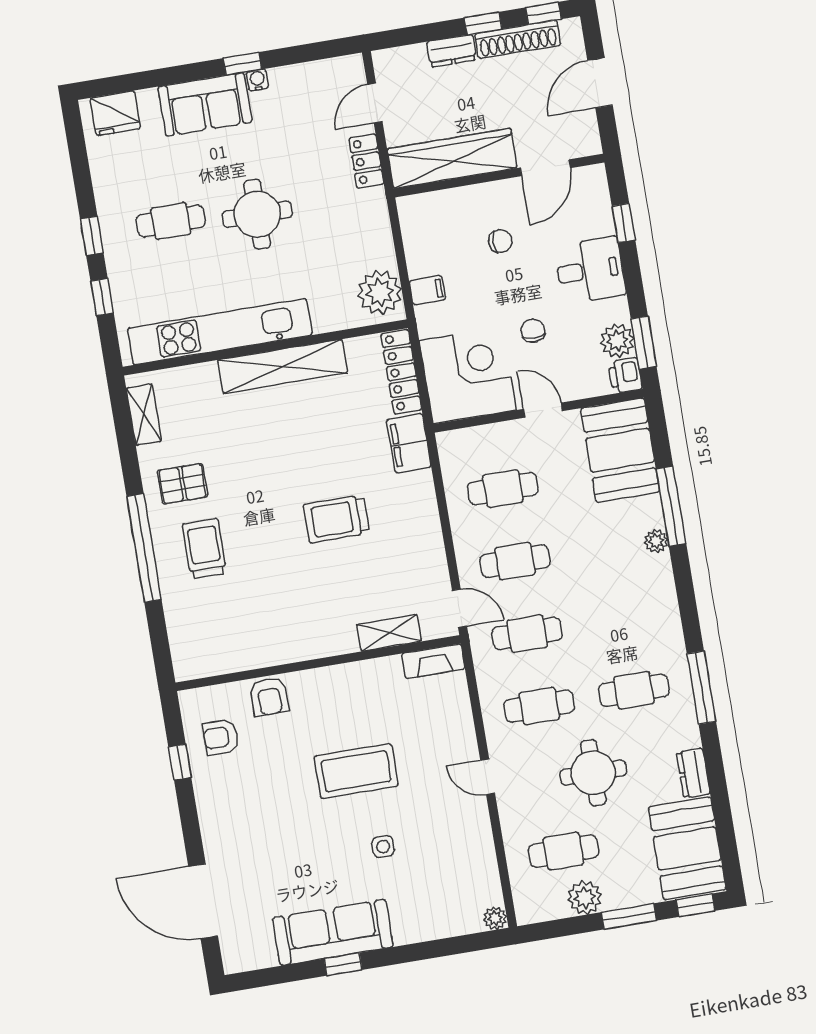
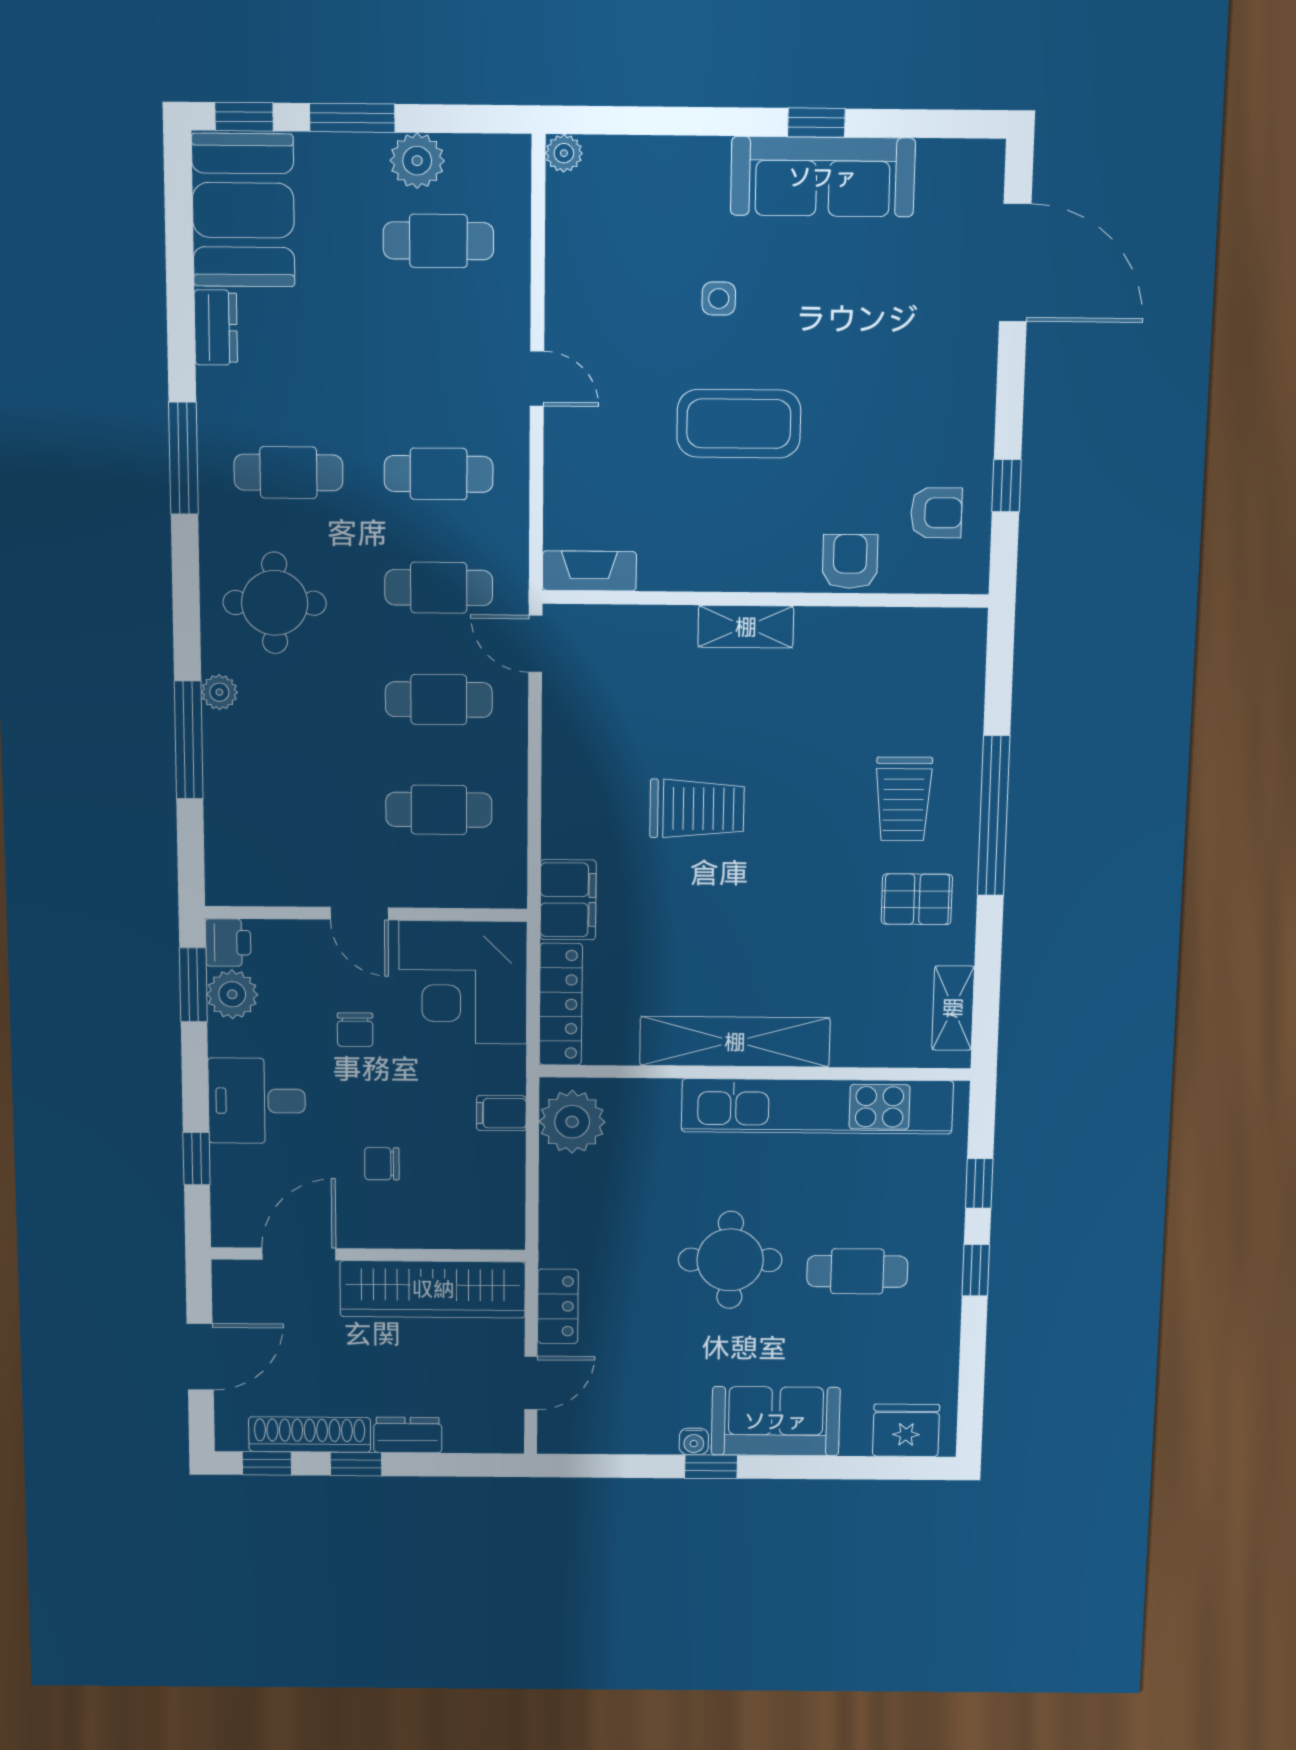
booth: (620, 450) -> (253, 836), removed
shelving: (389, 633) -> (746, 627), moved
round table: (593, 773) -> (275, 603), moved

